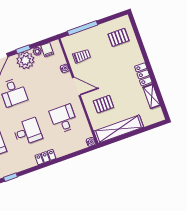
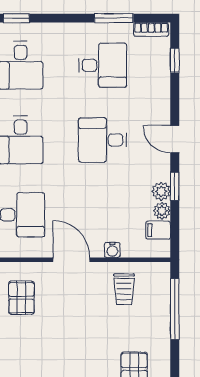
plant: (25, 60) -> (161, 191), width x0.53, depth x0.53
door: (76, 86) -> (71, 260), swing flipped

